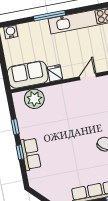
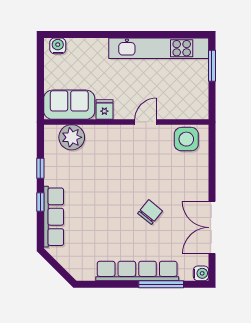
window: (50, 16) -> (111, 35), removed
row of seats: (31, 154) -> (54, 217), width x1.48

